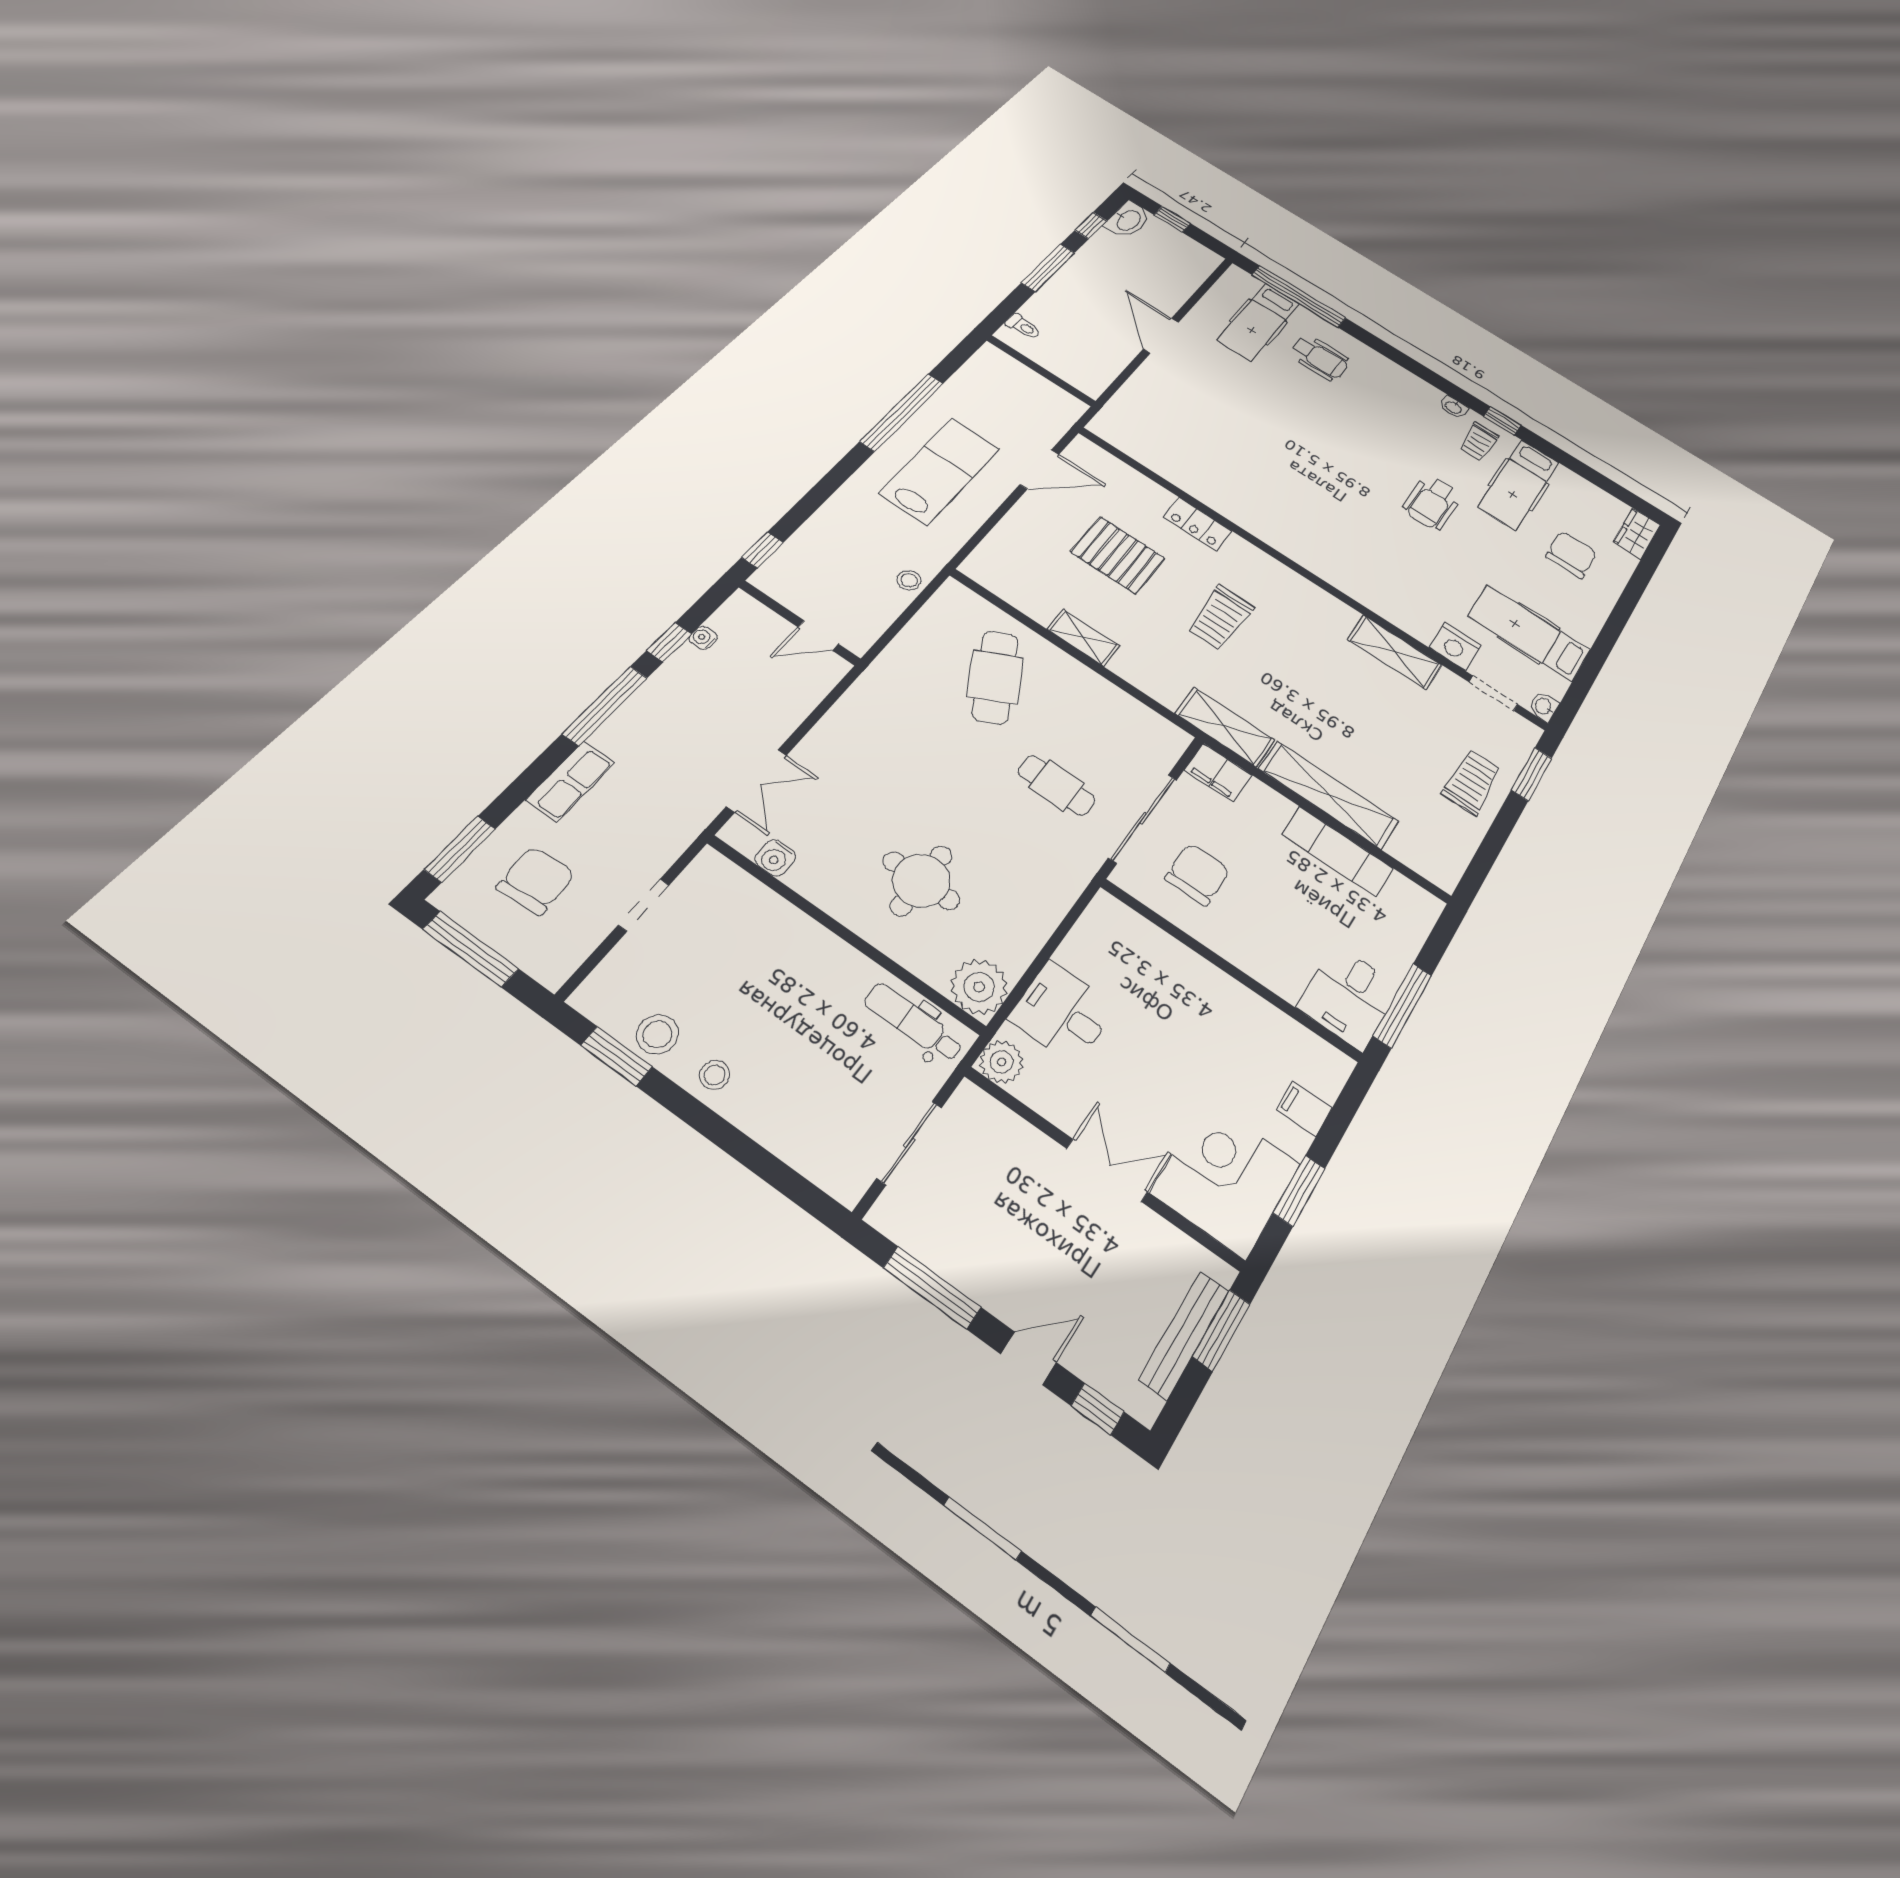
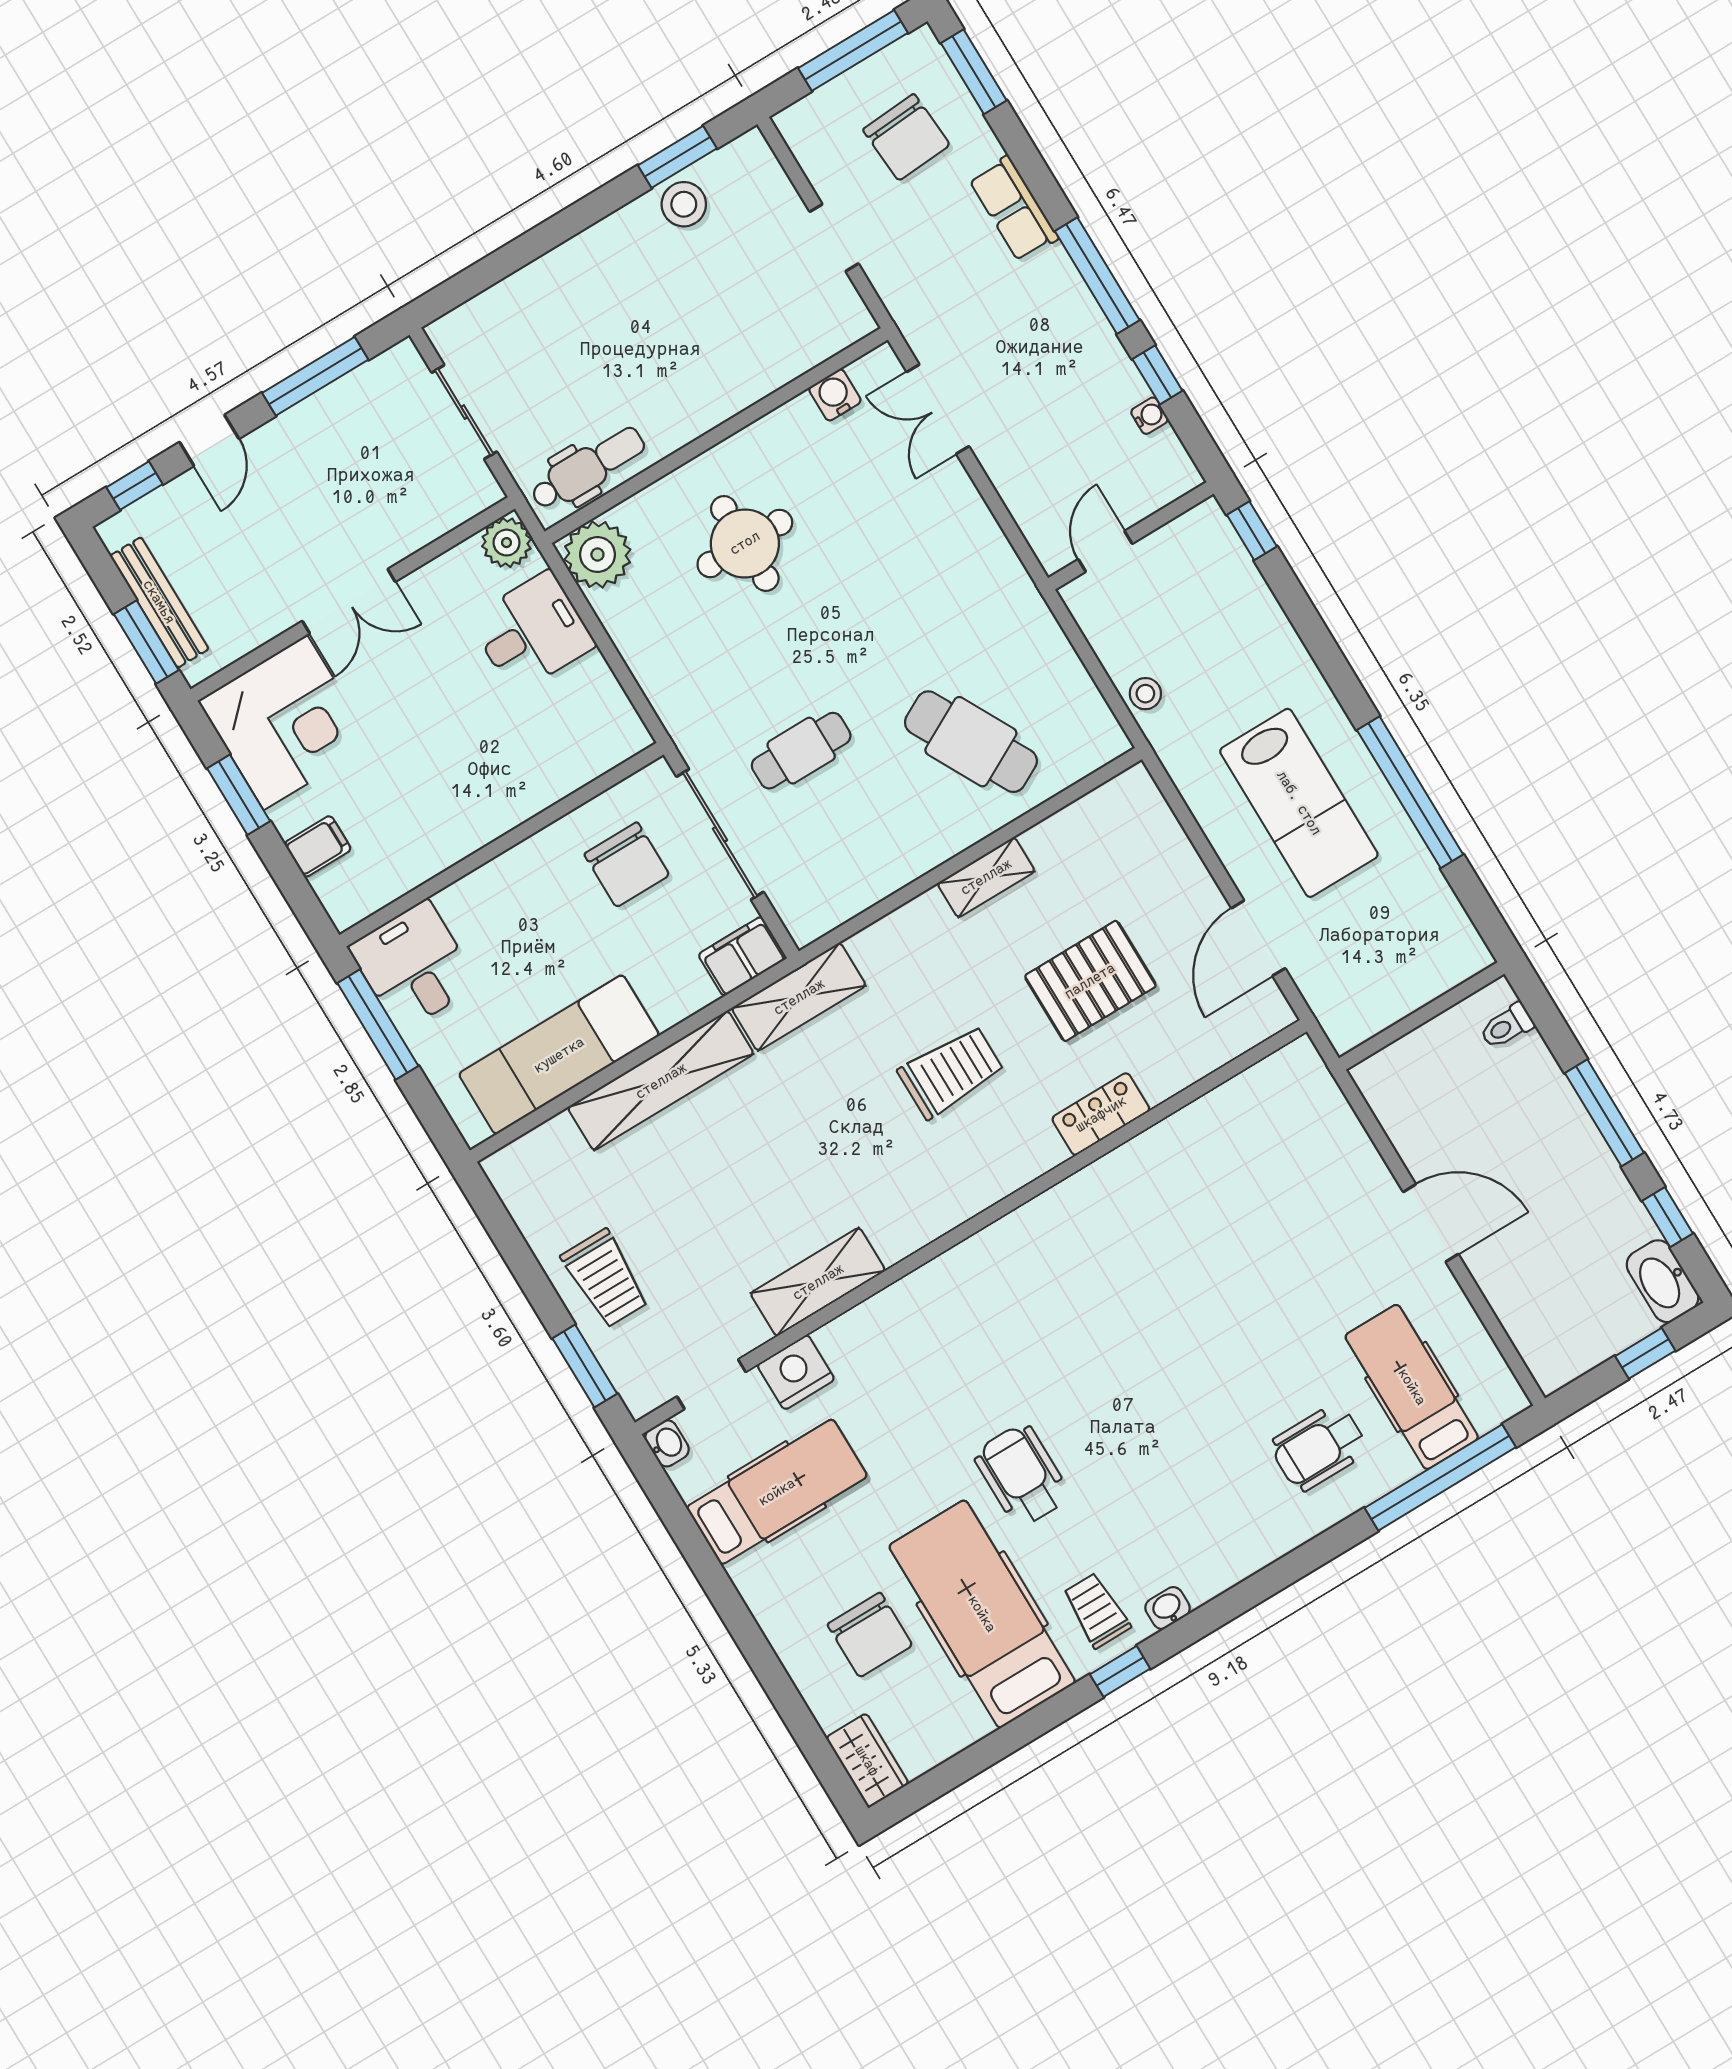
hospital bed: (1519, 485) -> (982, 1614), width x1.37, depth x1.29
trolley: (1221, 618) -> (951, 1072), turned 90
exam couch: (1337, 851) -> (559, 1055), width x1.36, depth x1.45
stool: (715, 1075) -> (617, 246), removed

